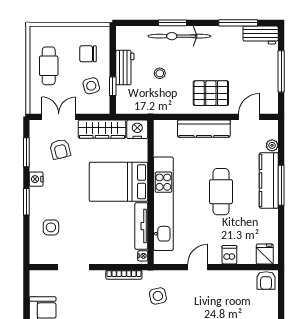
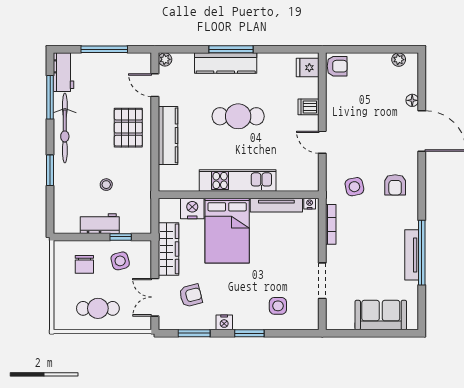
bicycle: (179, 36) -> (65, 128), moved
nightstand: (137, 129) -> (192, 208), moved, turned 90
plant: (272, 145) -> (165, 59), moved
kitchen unit: (163, 204) -> (238, 180), width x0.73

